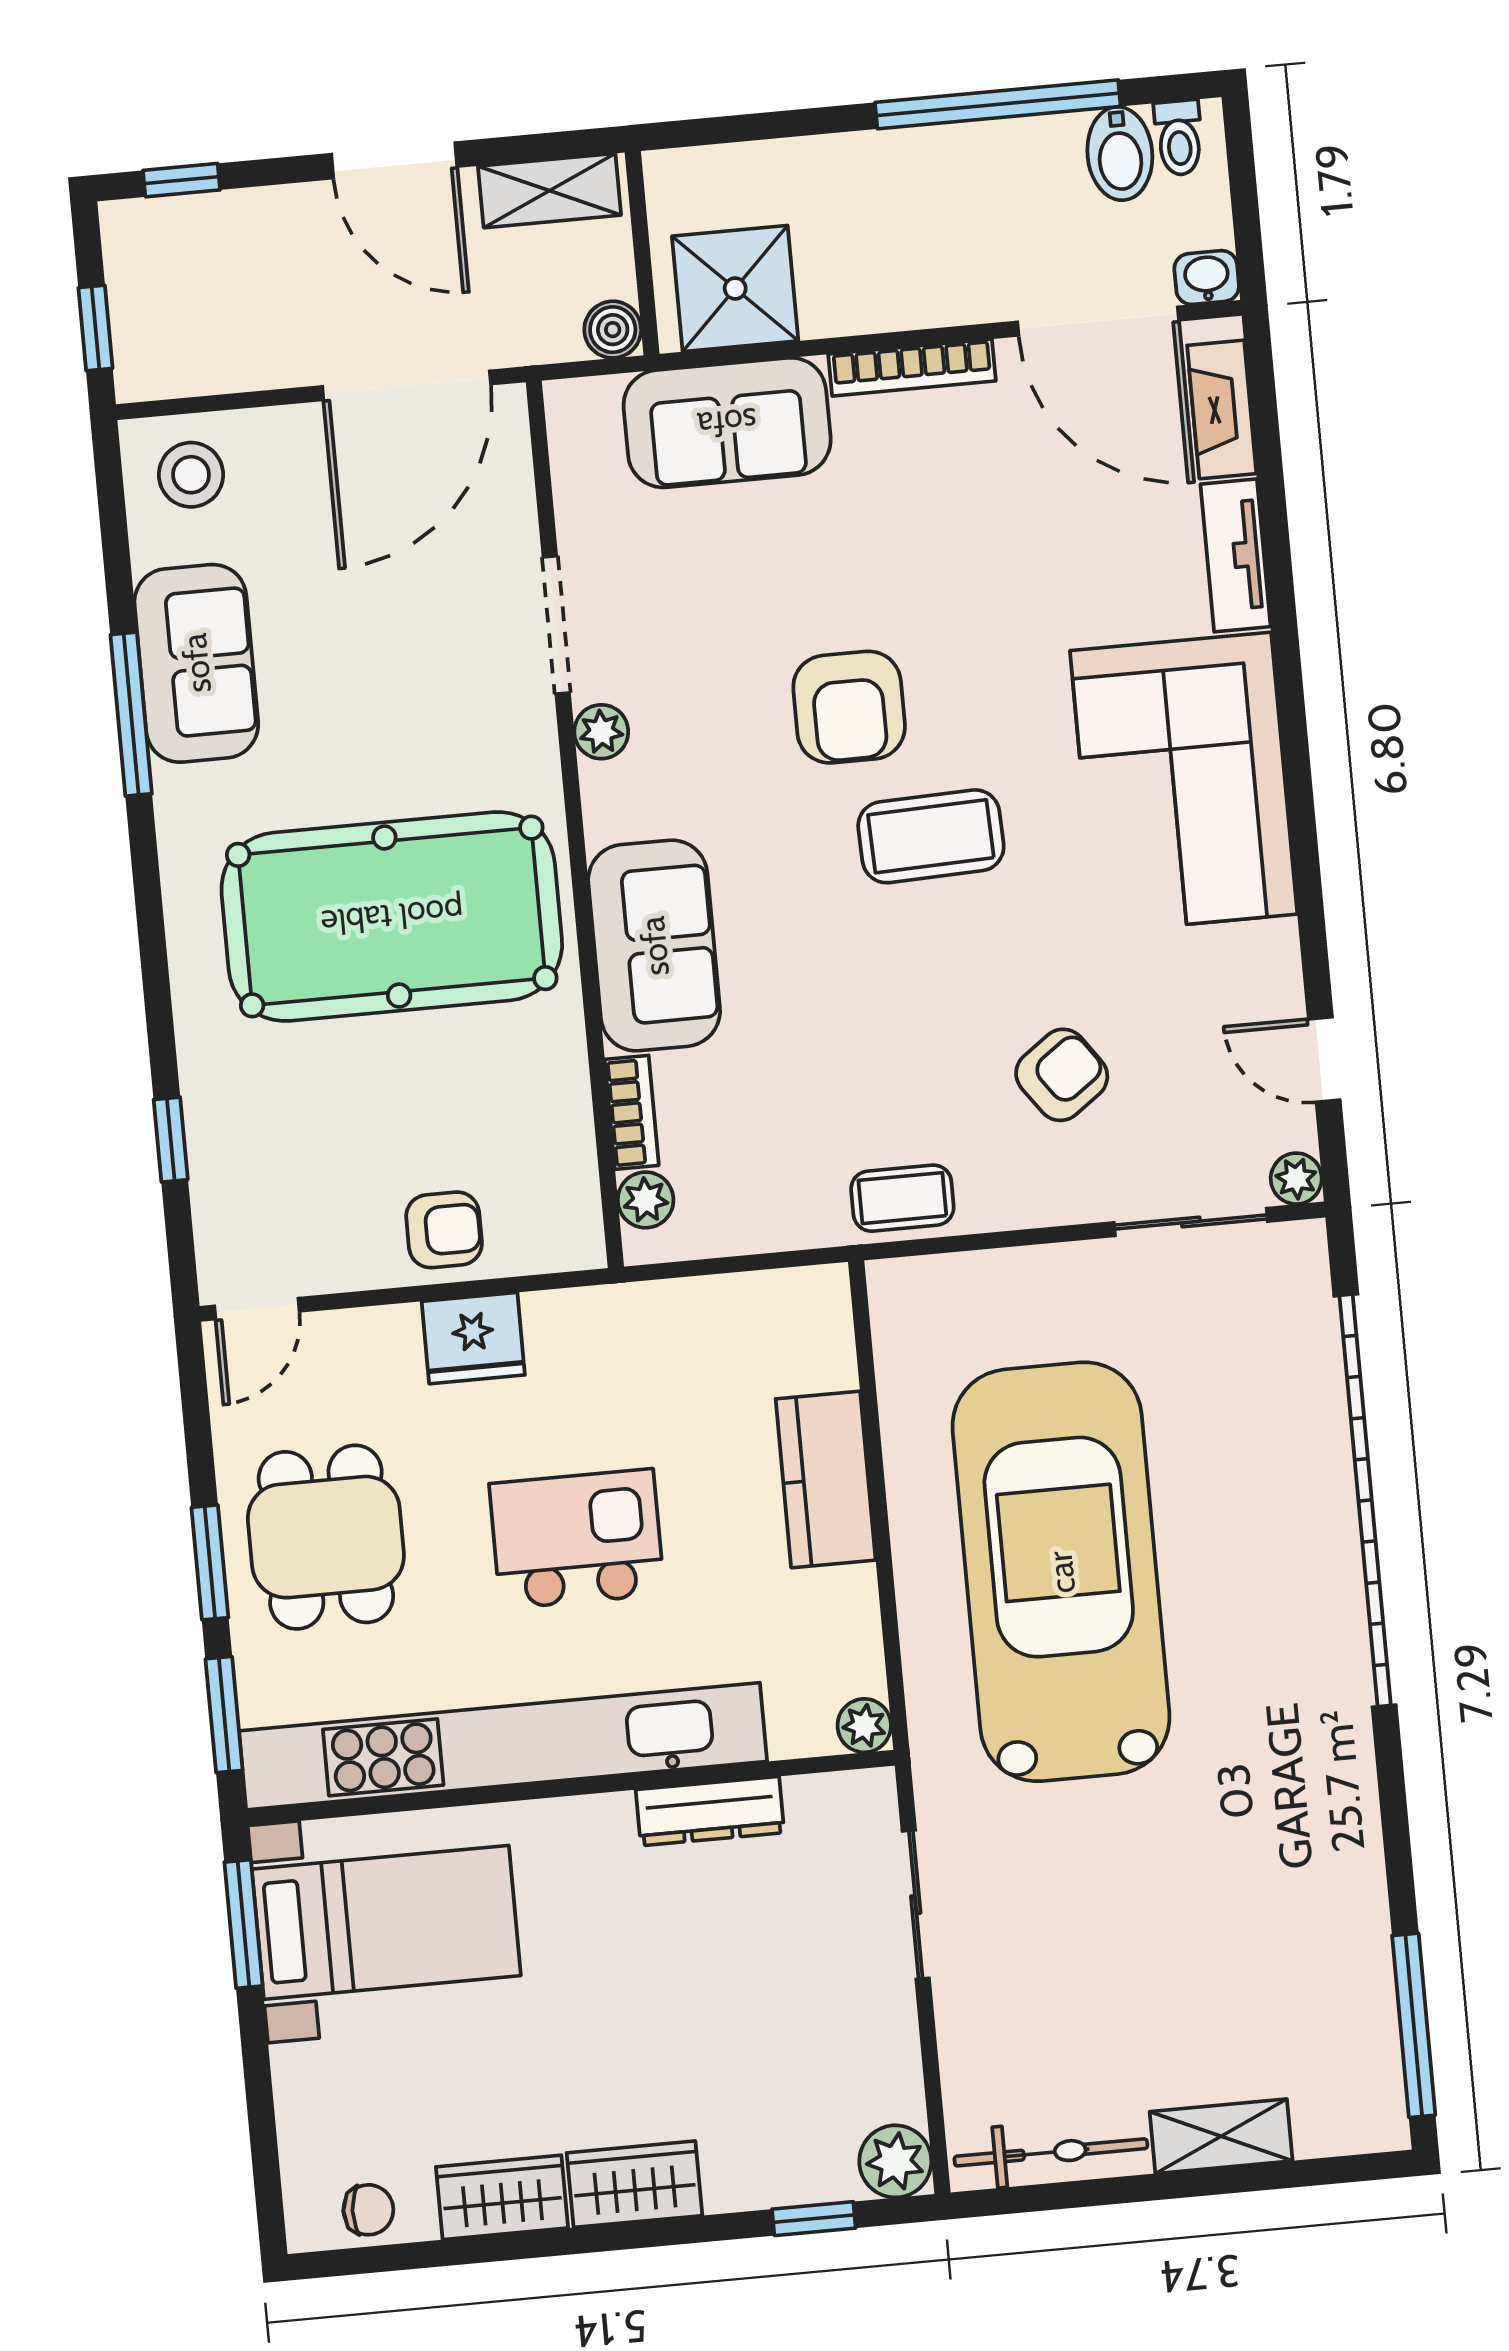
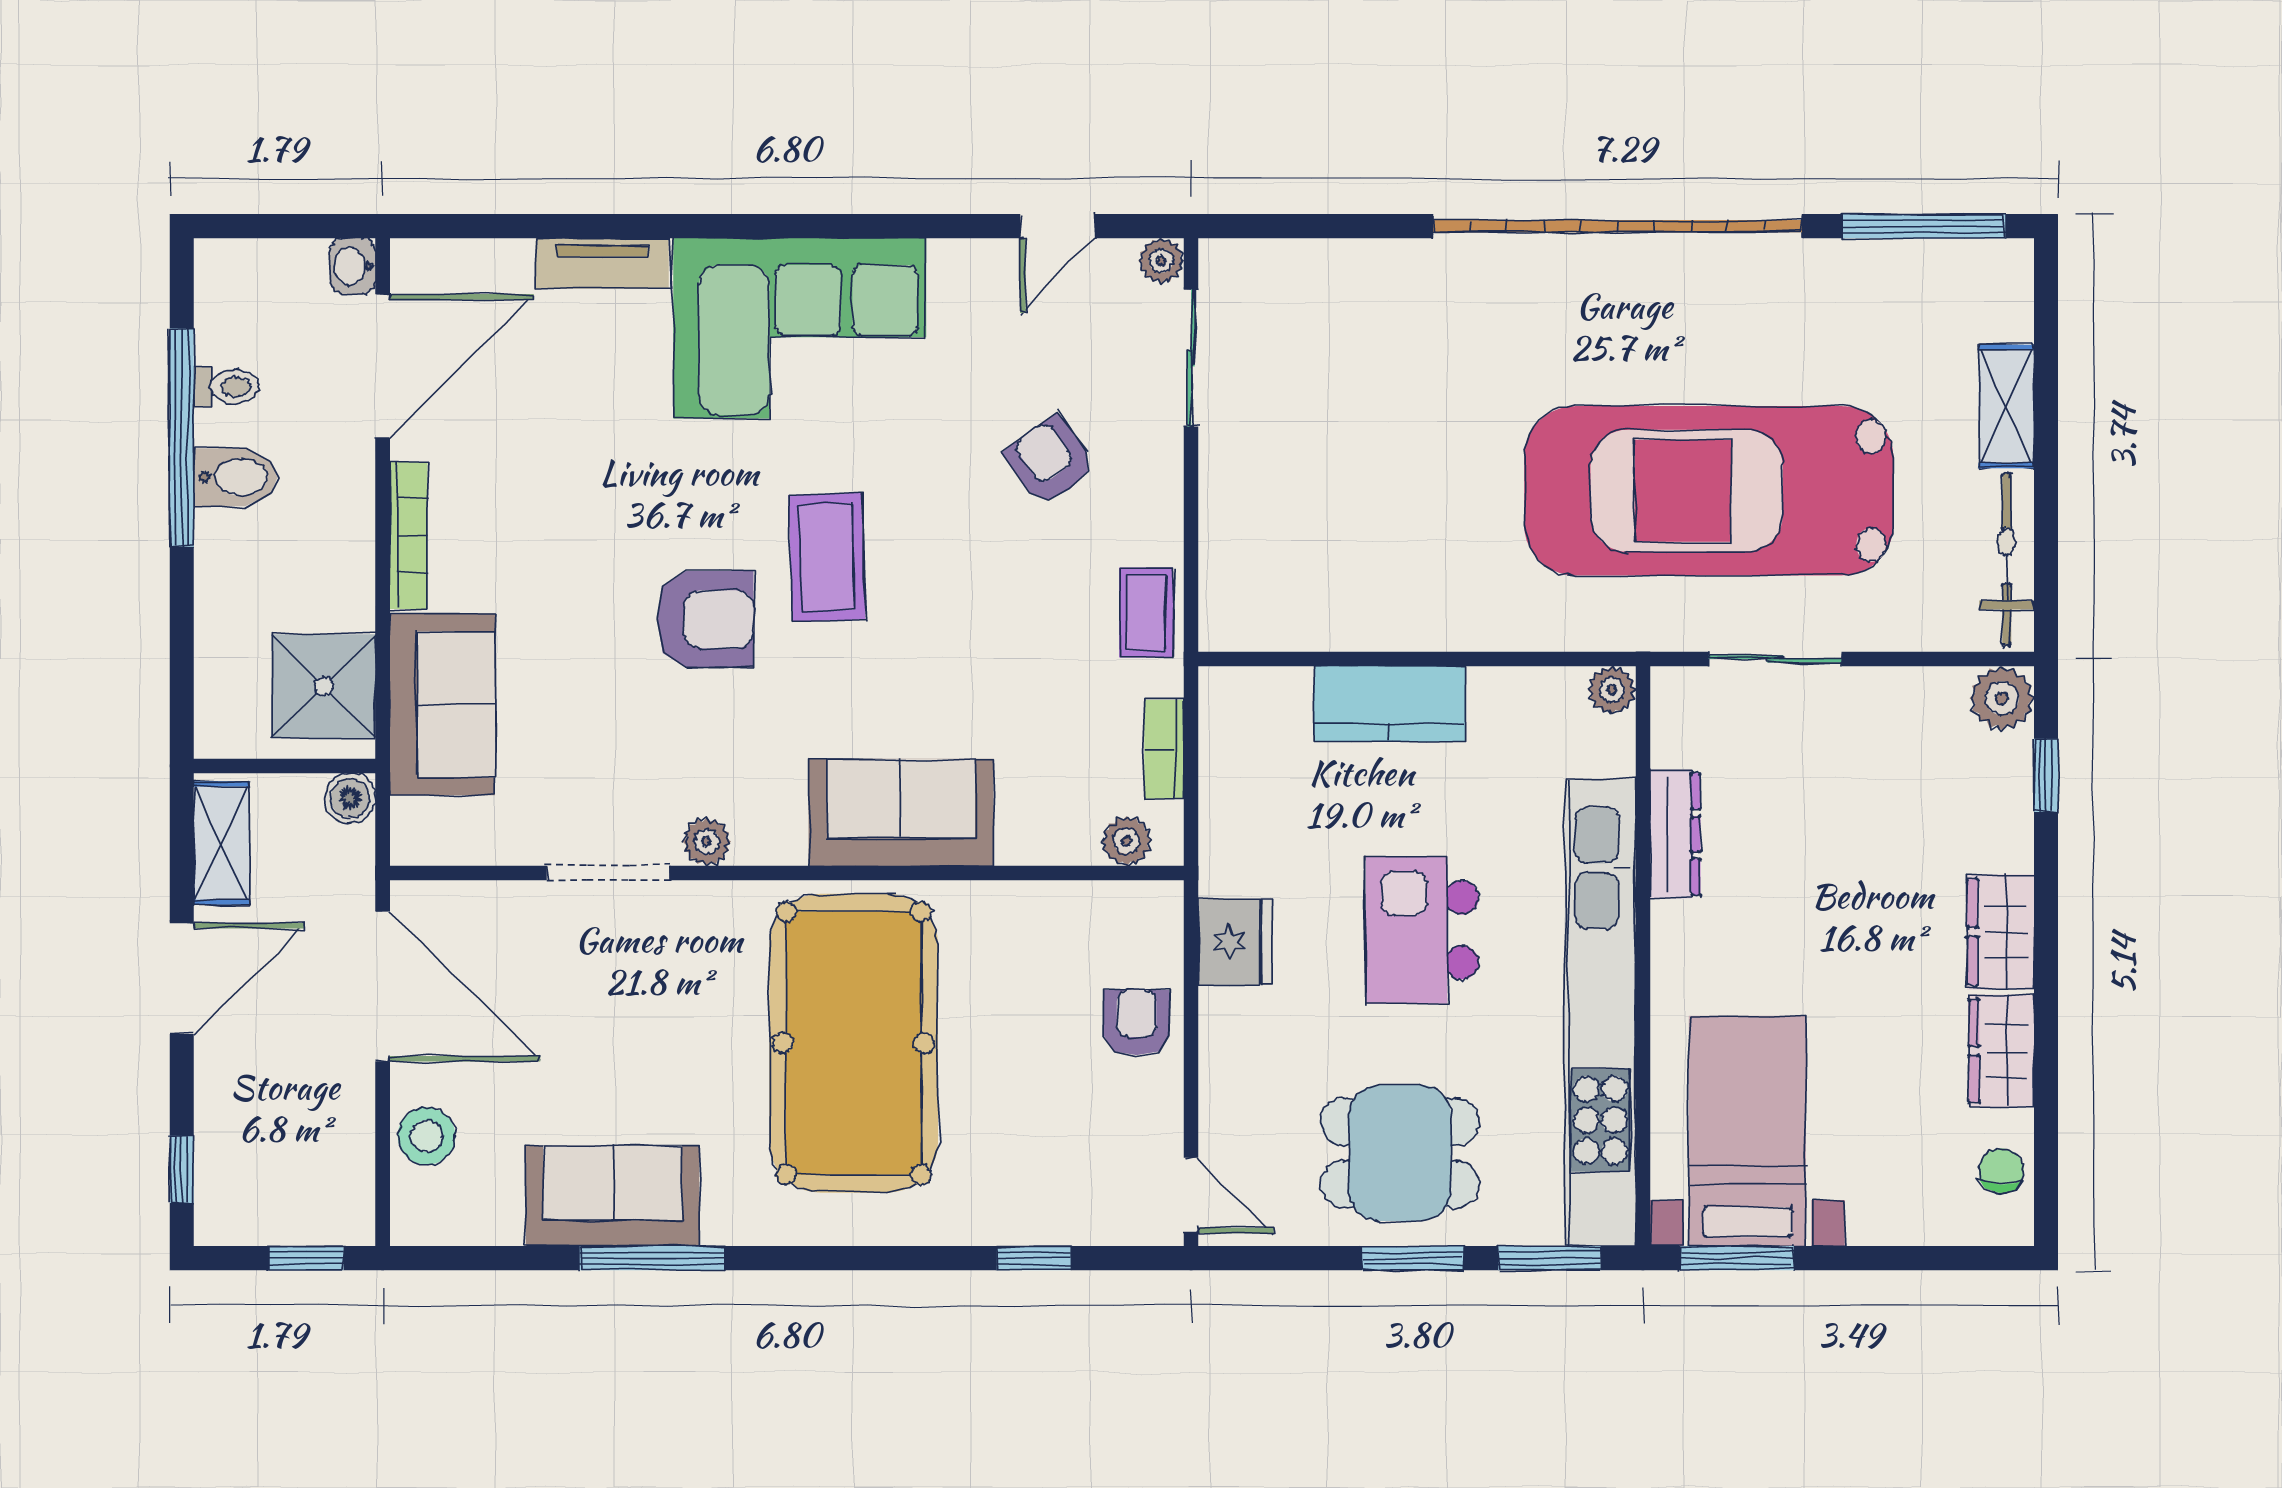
toilet: (1179, 138) -> (226, 387), moved
bidet: (1120, 154) -> (235, 477), moved
fireplace: (1222, 409) -> (471, 264), removed
stool: (191, 475) -> (426, 1136), moved
bookcase: (632, 1112) -> (1164, 749), moved, turned -90
fridge: (473, 1338) -> (1235, 942), moved
garage door: (1365, 1500) -> (1617, 226), moved
car: (1061, 1572) -> (1709, 491), moved

